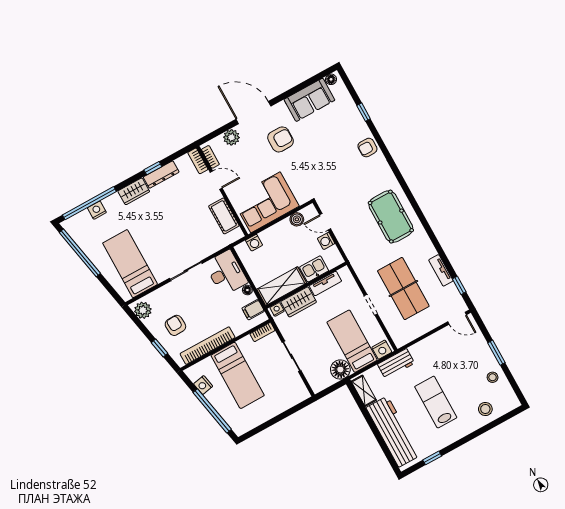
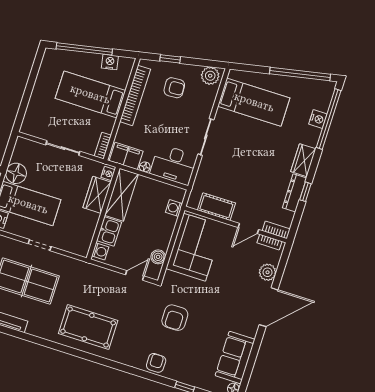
armchair: (281, 139) -> (175, 318), moved
washing machine: (326, 241) -> (100, 251), moved, turned 90
tv unit: (325, 283) -> (90, 228), removed
filing cabinet: (253, 310) -> (126, 156), width x2.00

